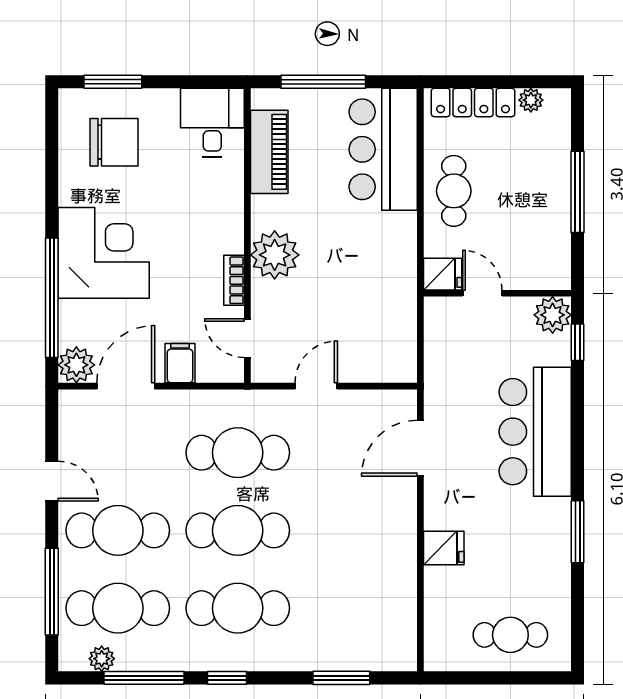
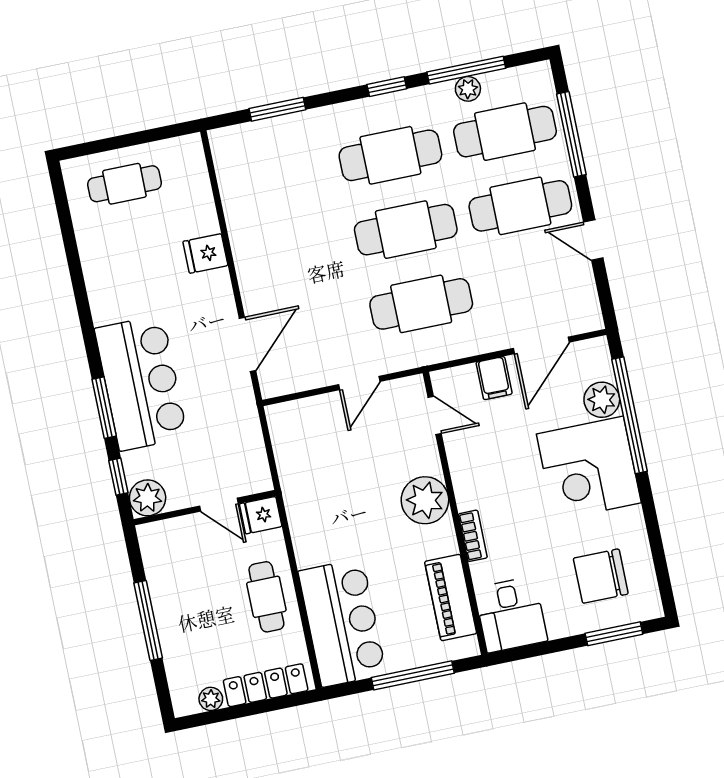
bookcase: (234, 280) -> (473, 536), moved
plant: (76, 365) -> (602, 400), moved
window: (577, 532) -> (104, 408), moved
plant: (102, 659) -> (468, 89), moved

